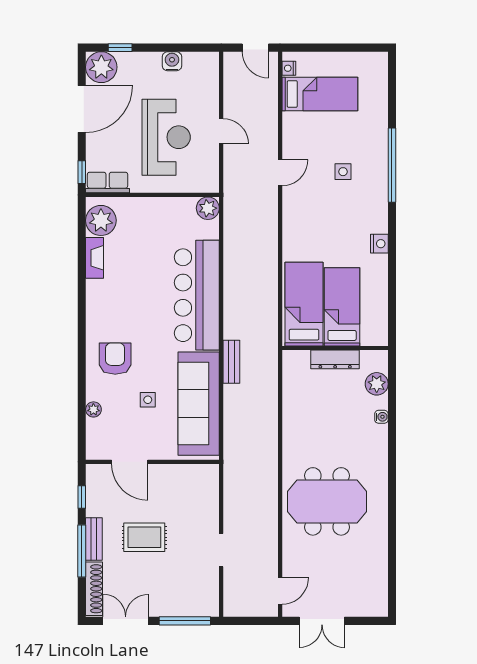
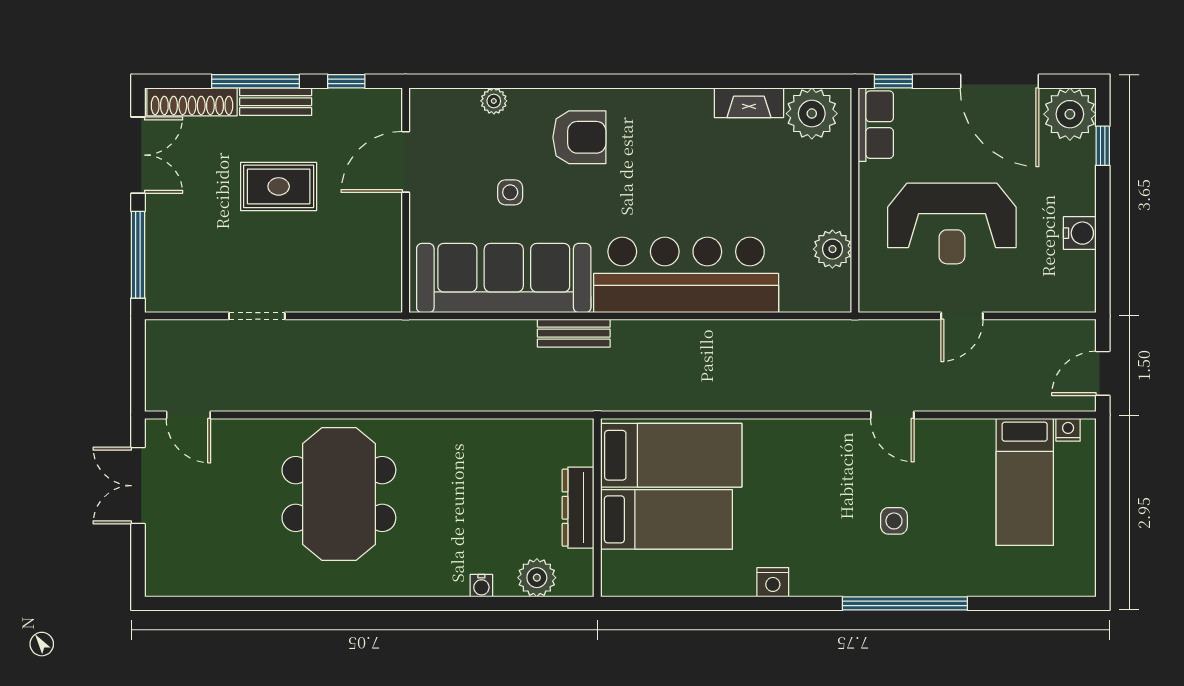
plant: (208, 208) -> (832, 249), moved
rug: (144, 537) -> (279, 186), turned 90

